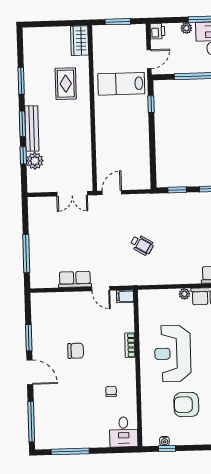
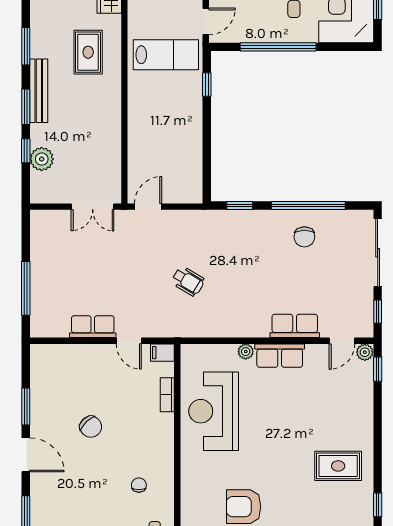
lab bench: (121, 84) -> (166, 55), turned 180
bench: (32, 129) -> (39, 91), moved
bookcase: (130, 345) -> (167, 395), moved
chair: (76, 351) -> (91, 427), turned 46
reception desk: (173, 353) -> (214, 411), moved

